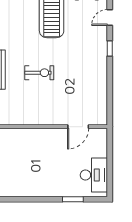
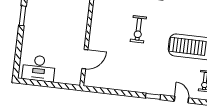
door: (78, 127) -> (85, 59), swing flipped
window: (73, 199) -> (22, 16), moved

